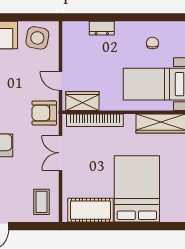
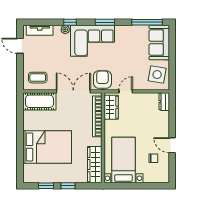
door: (135, 17) -> (172, 145), added
dresser: (102, 28) -> (164, 102), moved
double door: (61, 153) -> (73, 91), width x1.37
cot: (90, 210) -> (39, 101), moved, turned 90

